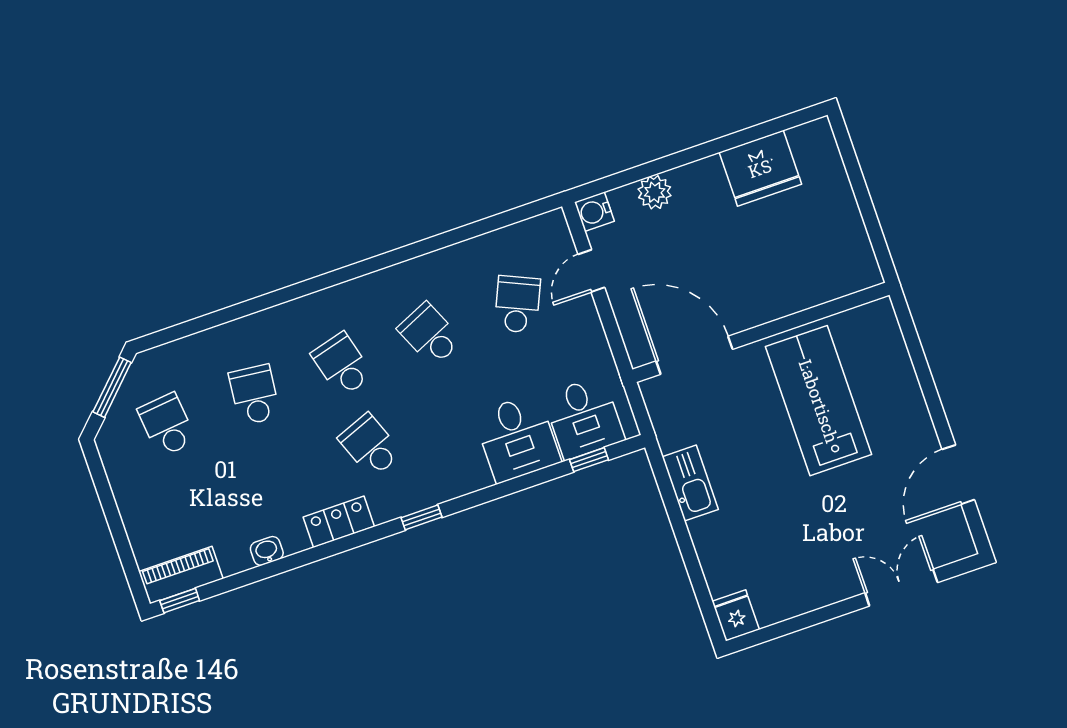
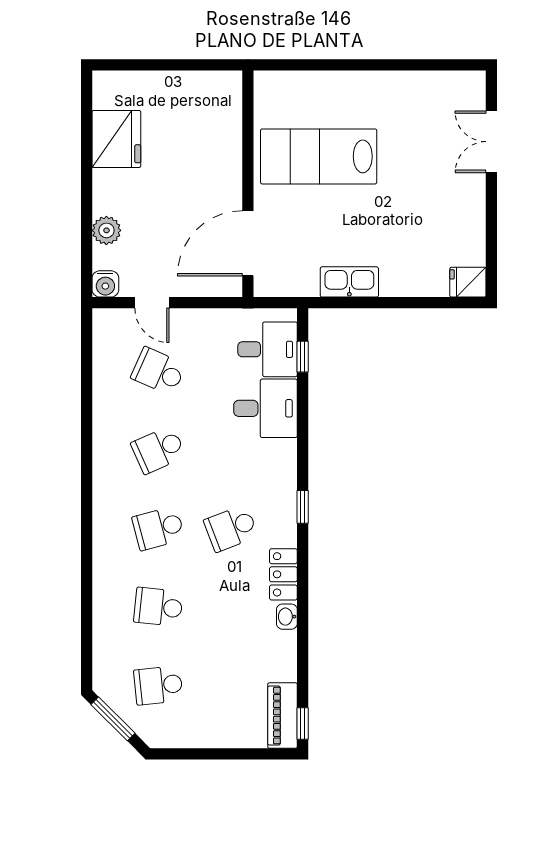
door: (958, 475) -> (417, 65), removed
washbasin: (267, 551) -> (287, 617), moved

